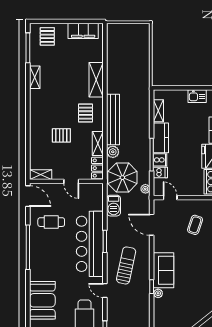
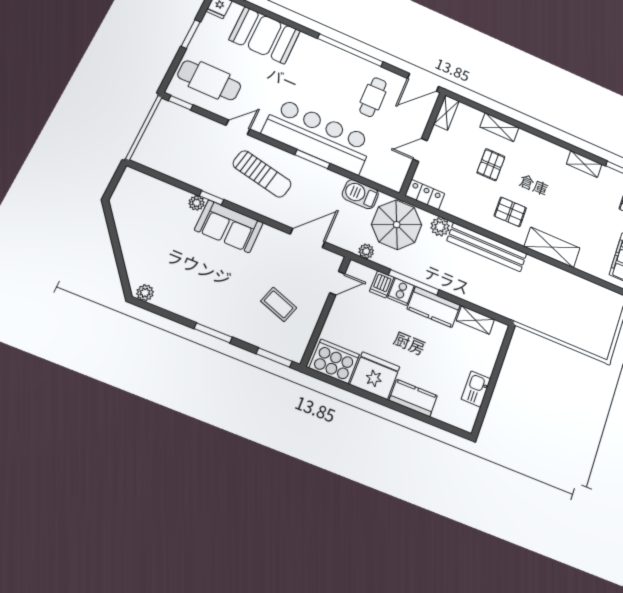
shelving: (98, 143) -> (499, 127), moved

